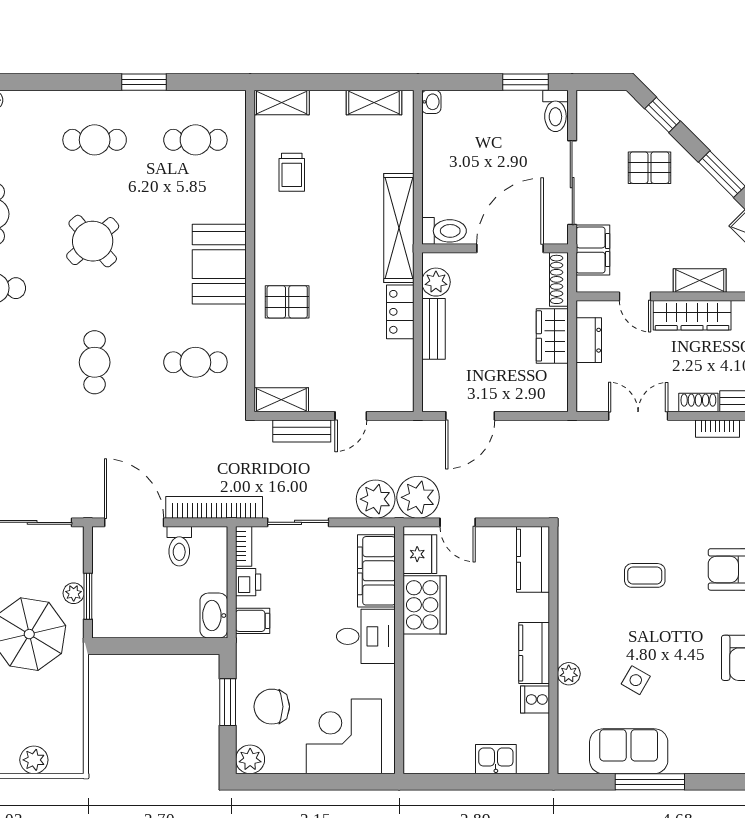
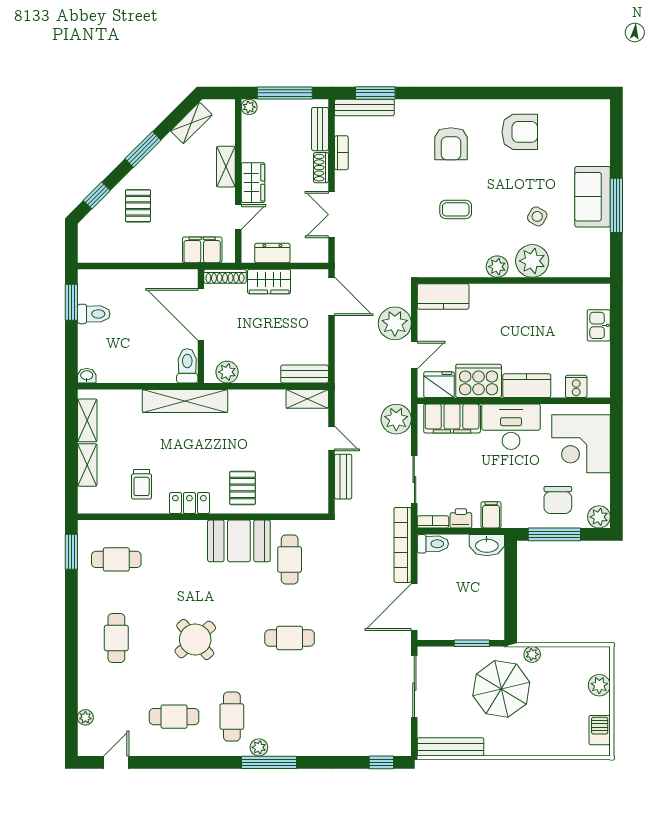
window: (144, 82) -> (71, 552), moved
shelving: (282, 102) -> (87, 465), moved
toilet: (555, 111) -> (94, 314), moved
cafe table: (195, 140) -> (116, 559), turned 90
trolley: (292, 172) -> (142, 484), turned 90
sliding door: (572, 183) -> (150, 266), removed
booth: (219, 264) -> (239, 541), moved
locker: (400, 312) -> (189, 503), moved, turned 180
wardrobe: (692, 315) -> (253, 183), width x0.67
bench: (433, 329) -> (305, 374), moved
shelving: (281, 400) -> (307, 399), moved, turned 90
door: (470, 416) -> (331, 296), moved
plant: (418, 497) -> (395, 323), moved
toilet: (179, 546) -> (433, 544), moved
coffee table: (645, 575) -> (456, 209), turned 90
plant: (74, 593) -> (532, 654), moved
plant: (571, 629) -> (497, 267), added
desk: (366, 636) -> (511, 427), width x1.37
kitchen counter: (534, 653) -> (527, 386), moved, turned 180
plant: (569, 674) -> (532, 261), width x1.87, depth x1.87
cooker: (535, 699) -> (576, 386), moved, turned 180
window: (228, 702) -> (554, 534), width x1.44
sofa: (629, 751) -> (593, 197), moved

